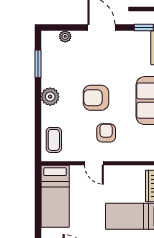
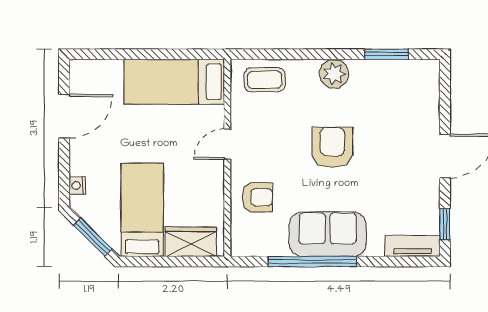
plant: (65, 36) -> (431, 98), removed
armchair: (106, 133) -> (257, 197), moved

